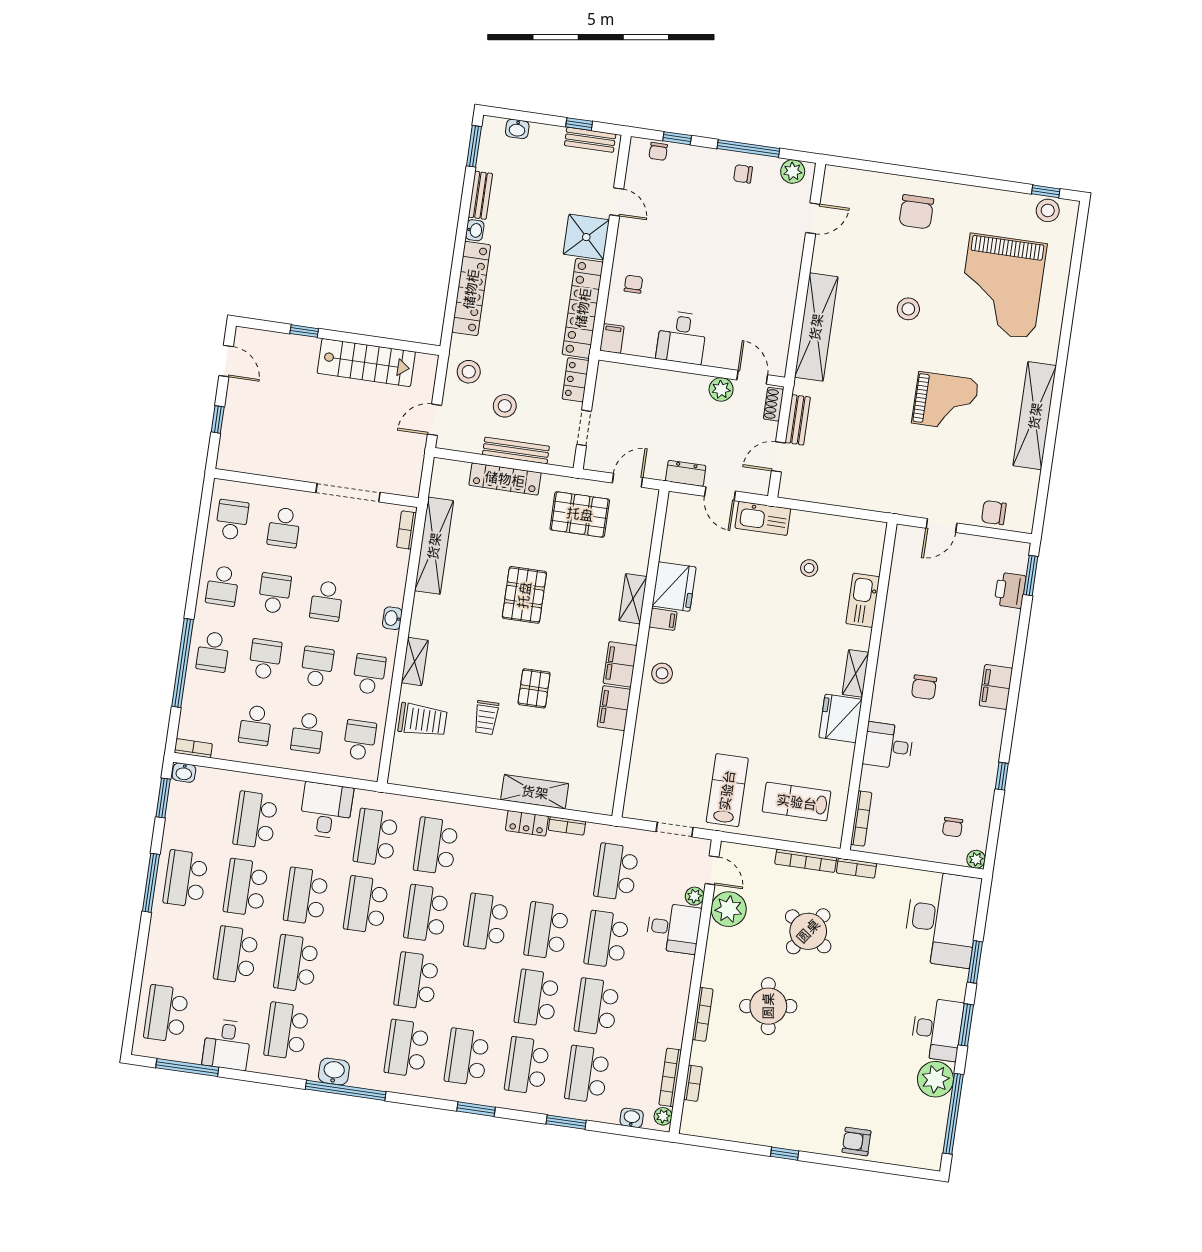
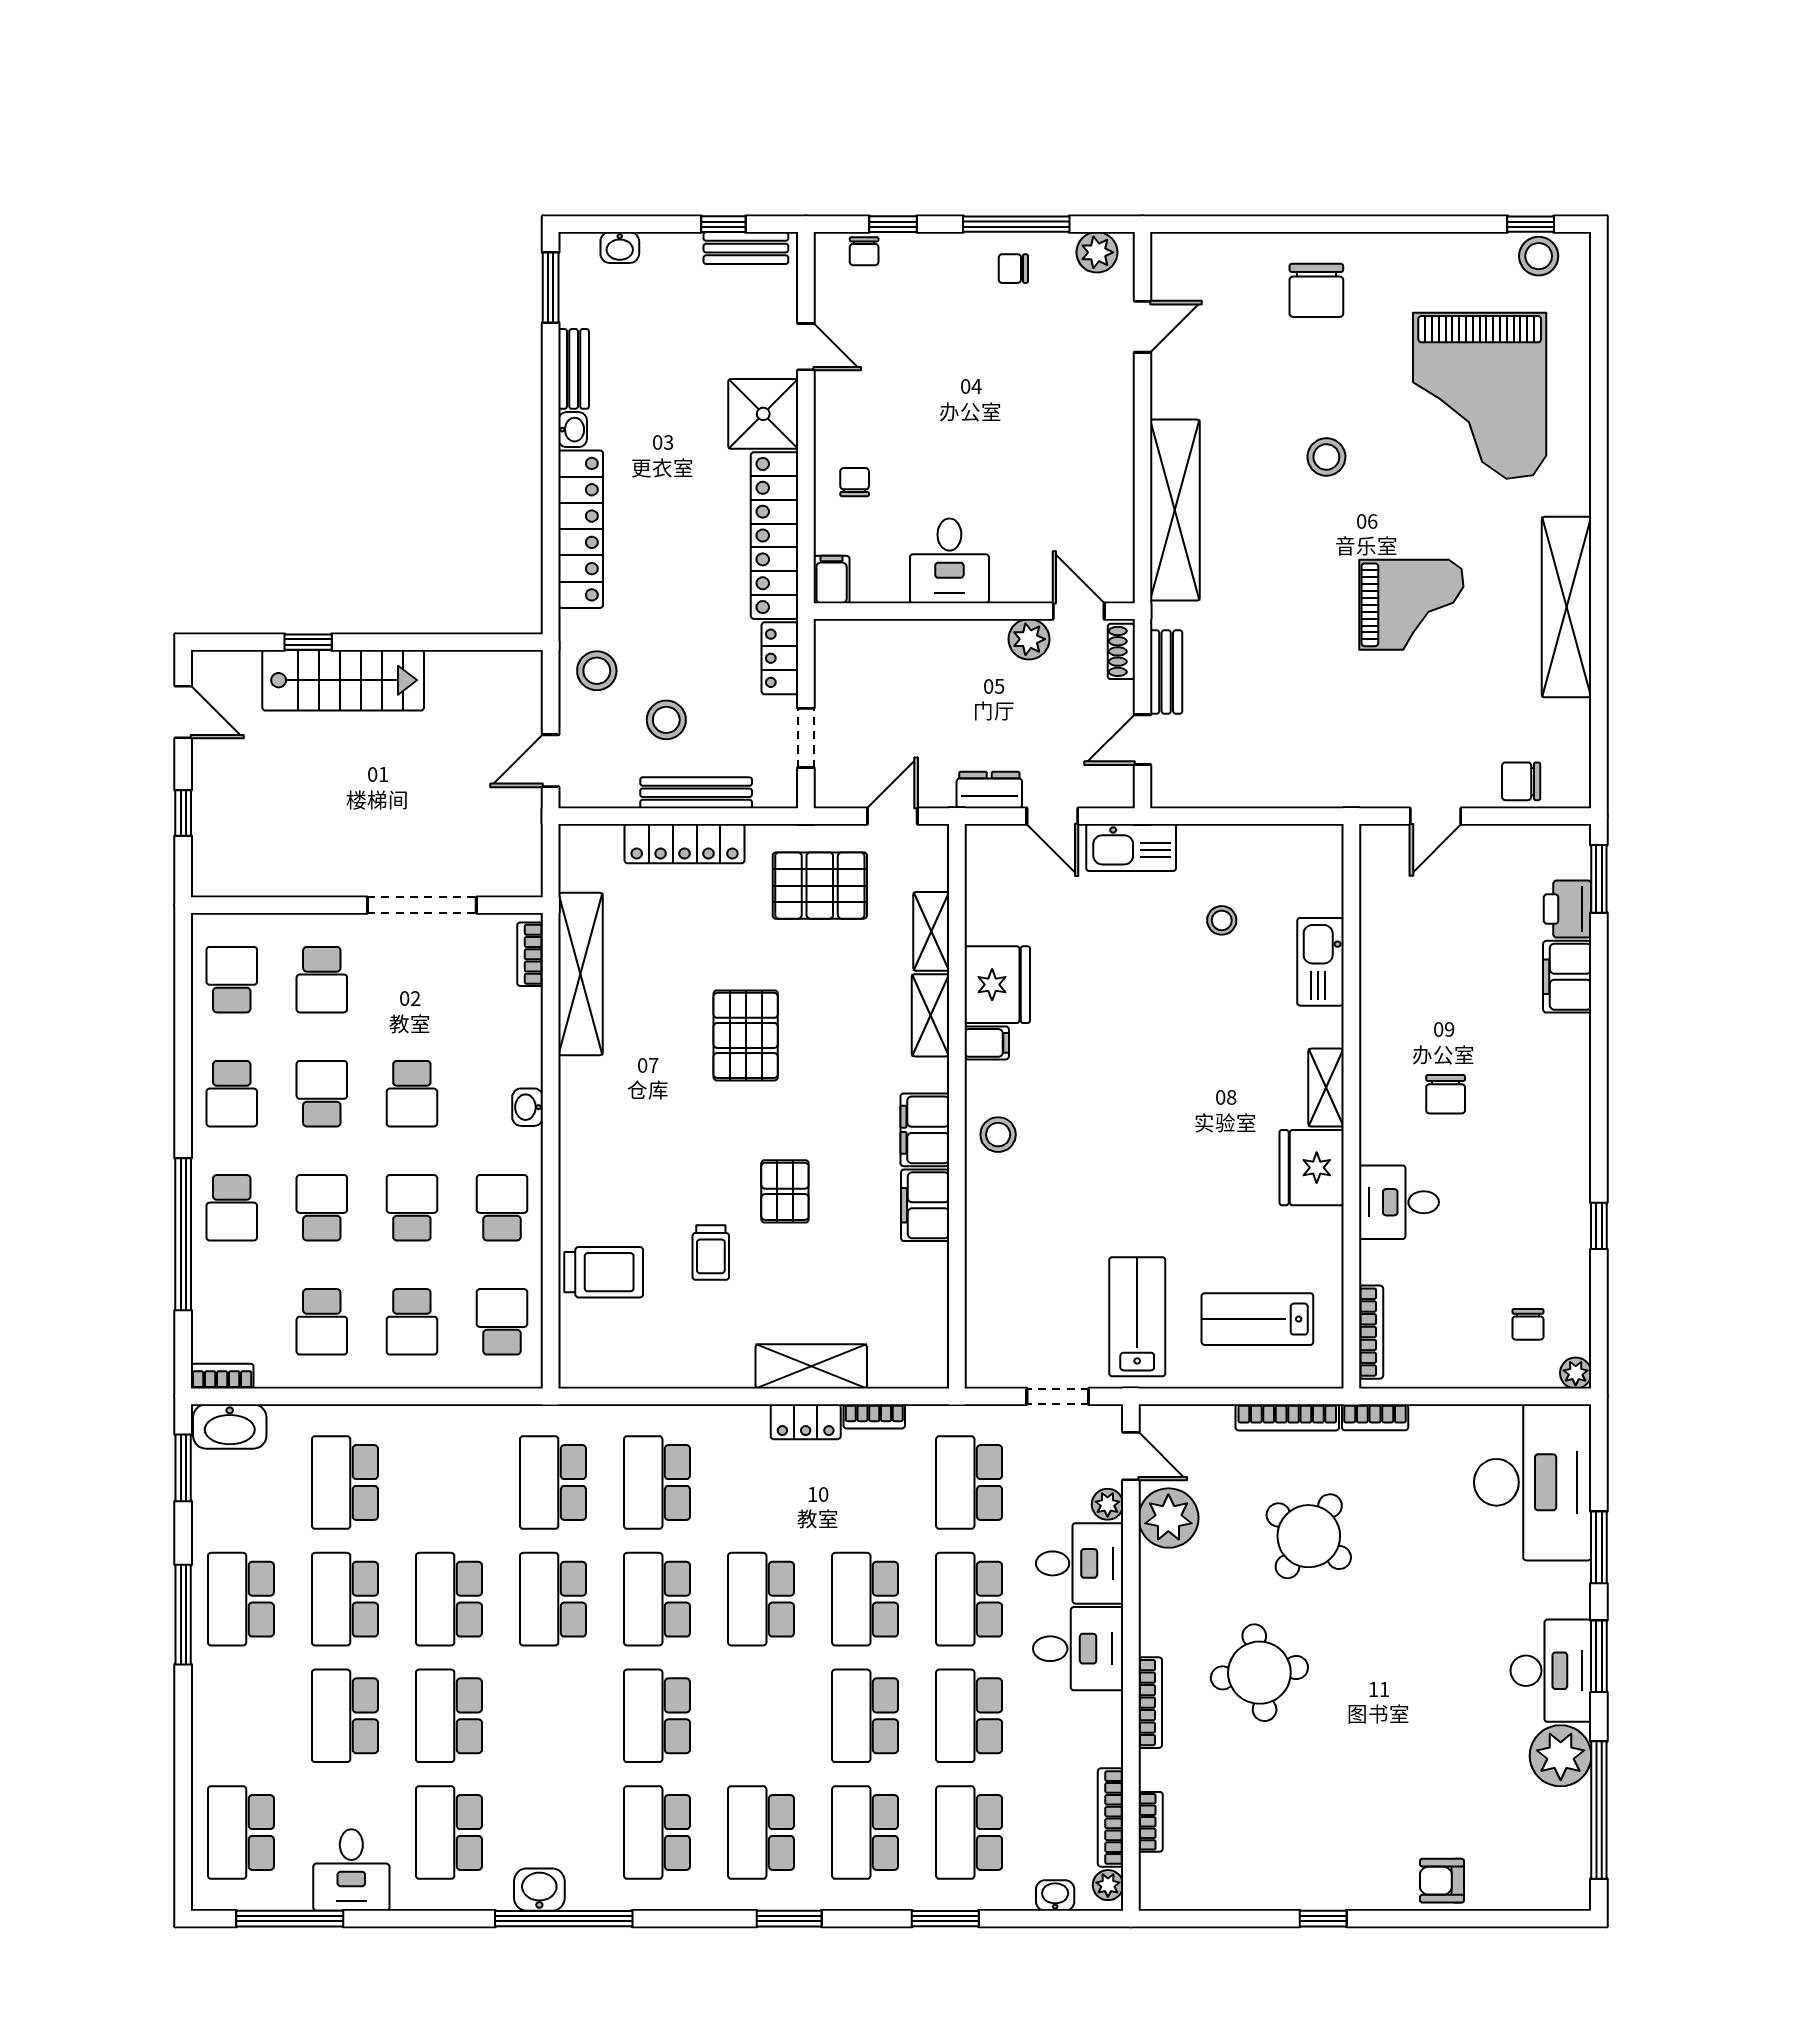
stairs: (366, 363) -> (343, 680), moved
shelving: (415, 662) -> (931, 931), moved
filing cabinet: (996, 687) -> (1567, 977), moved
washbasin: (184, 773) -> (230, 1426), width x1.91, depth x1.45
desk: (326, 810) -> (1078, 1649), moved, turned 90

